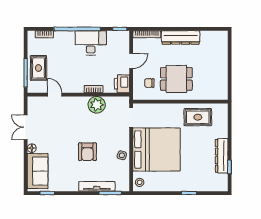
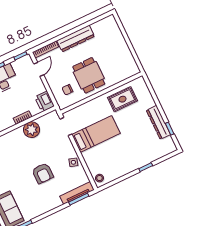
door: (131, 61) -> (39, 69), moved
dining table: (176, 79) -> (89, 75), turned 90
bed: (156, 149) -> (96, 134), width x0.49
tv unit: (97, 186) -> (77, 193), moved

